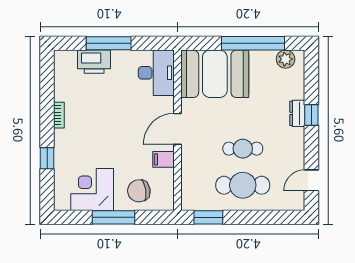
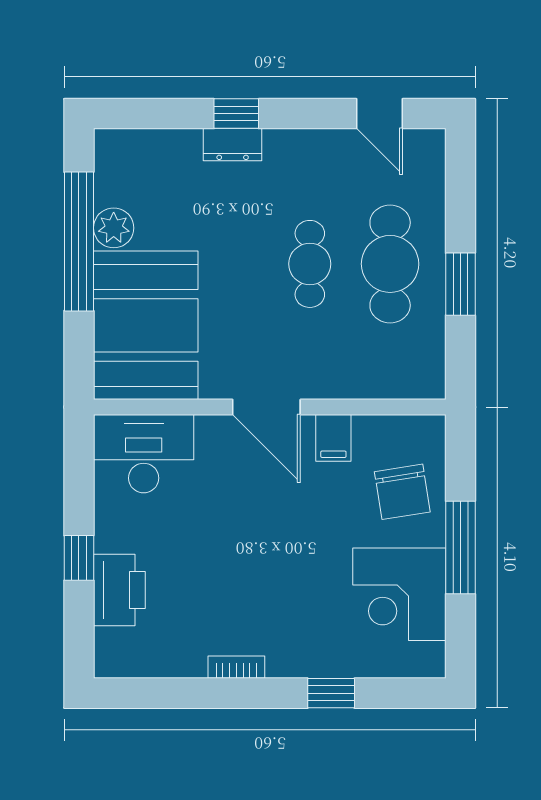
window: (109, 43) -> (79, 558), width x0.46
plant: (286, 59) -> (114, 228), moved
window: (208, 217) -> (460, 284), moved

